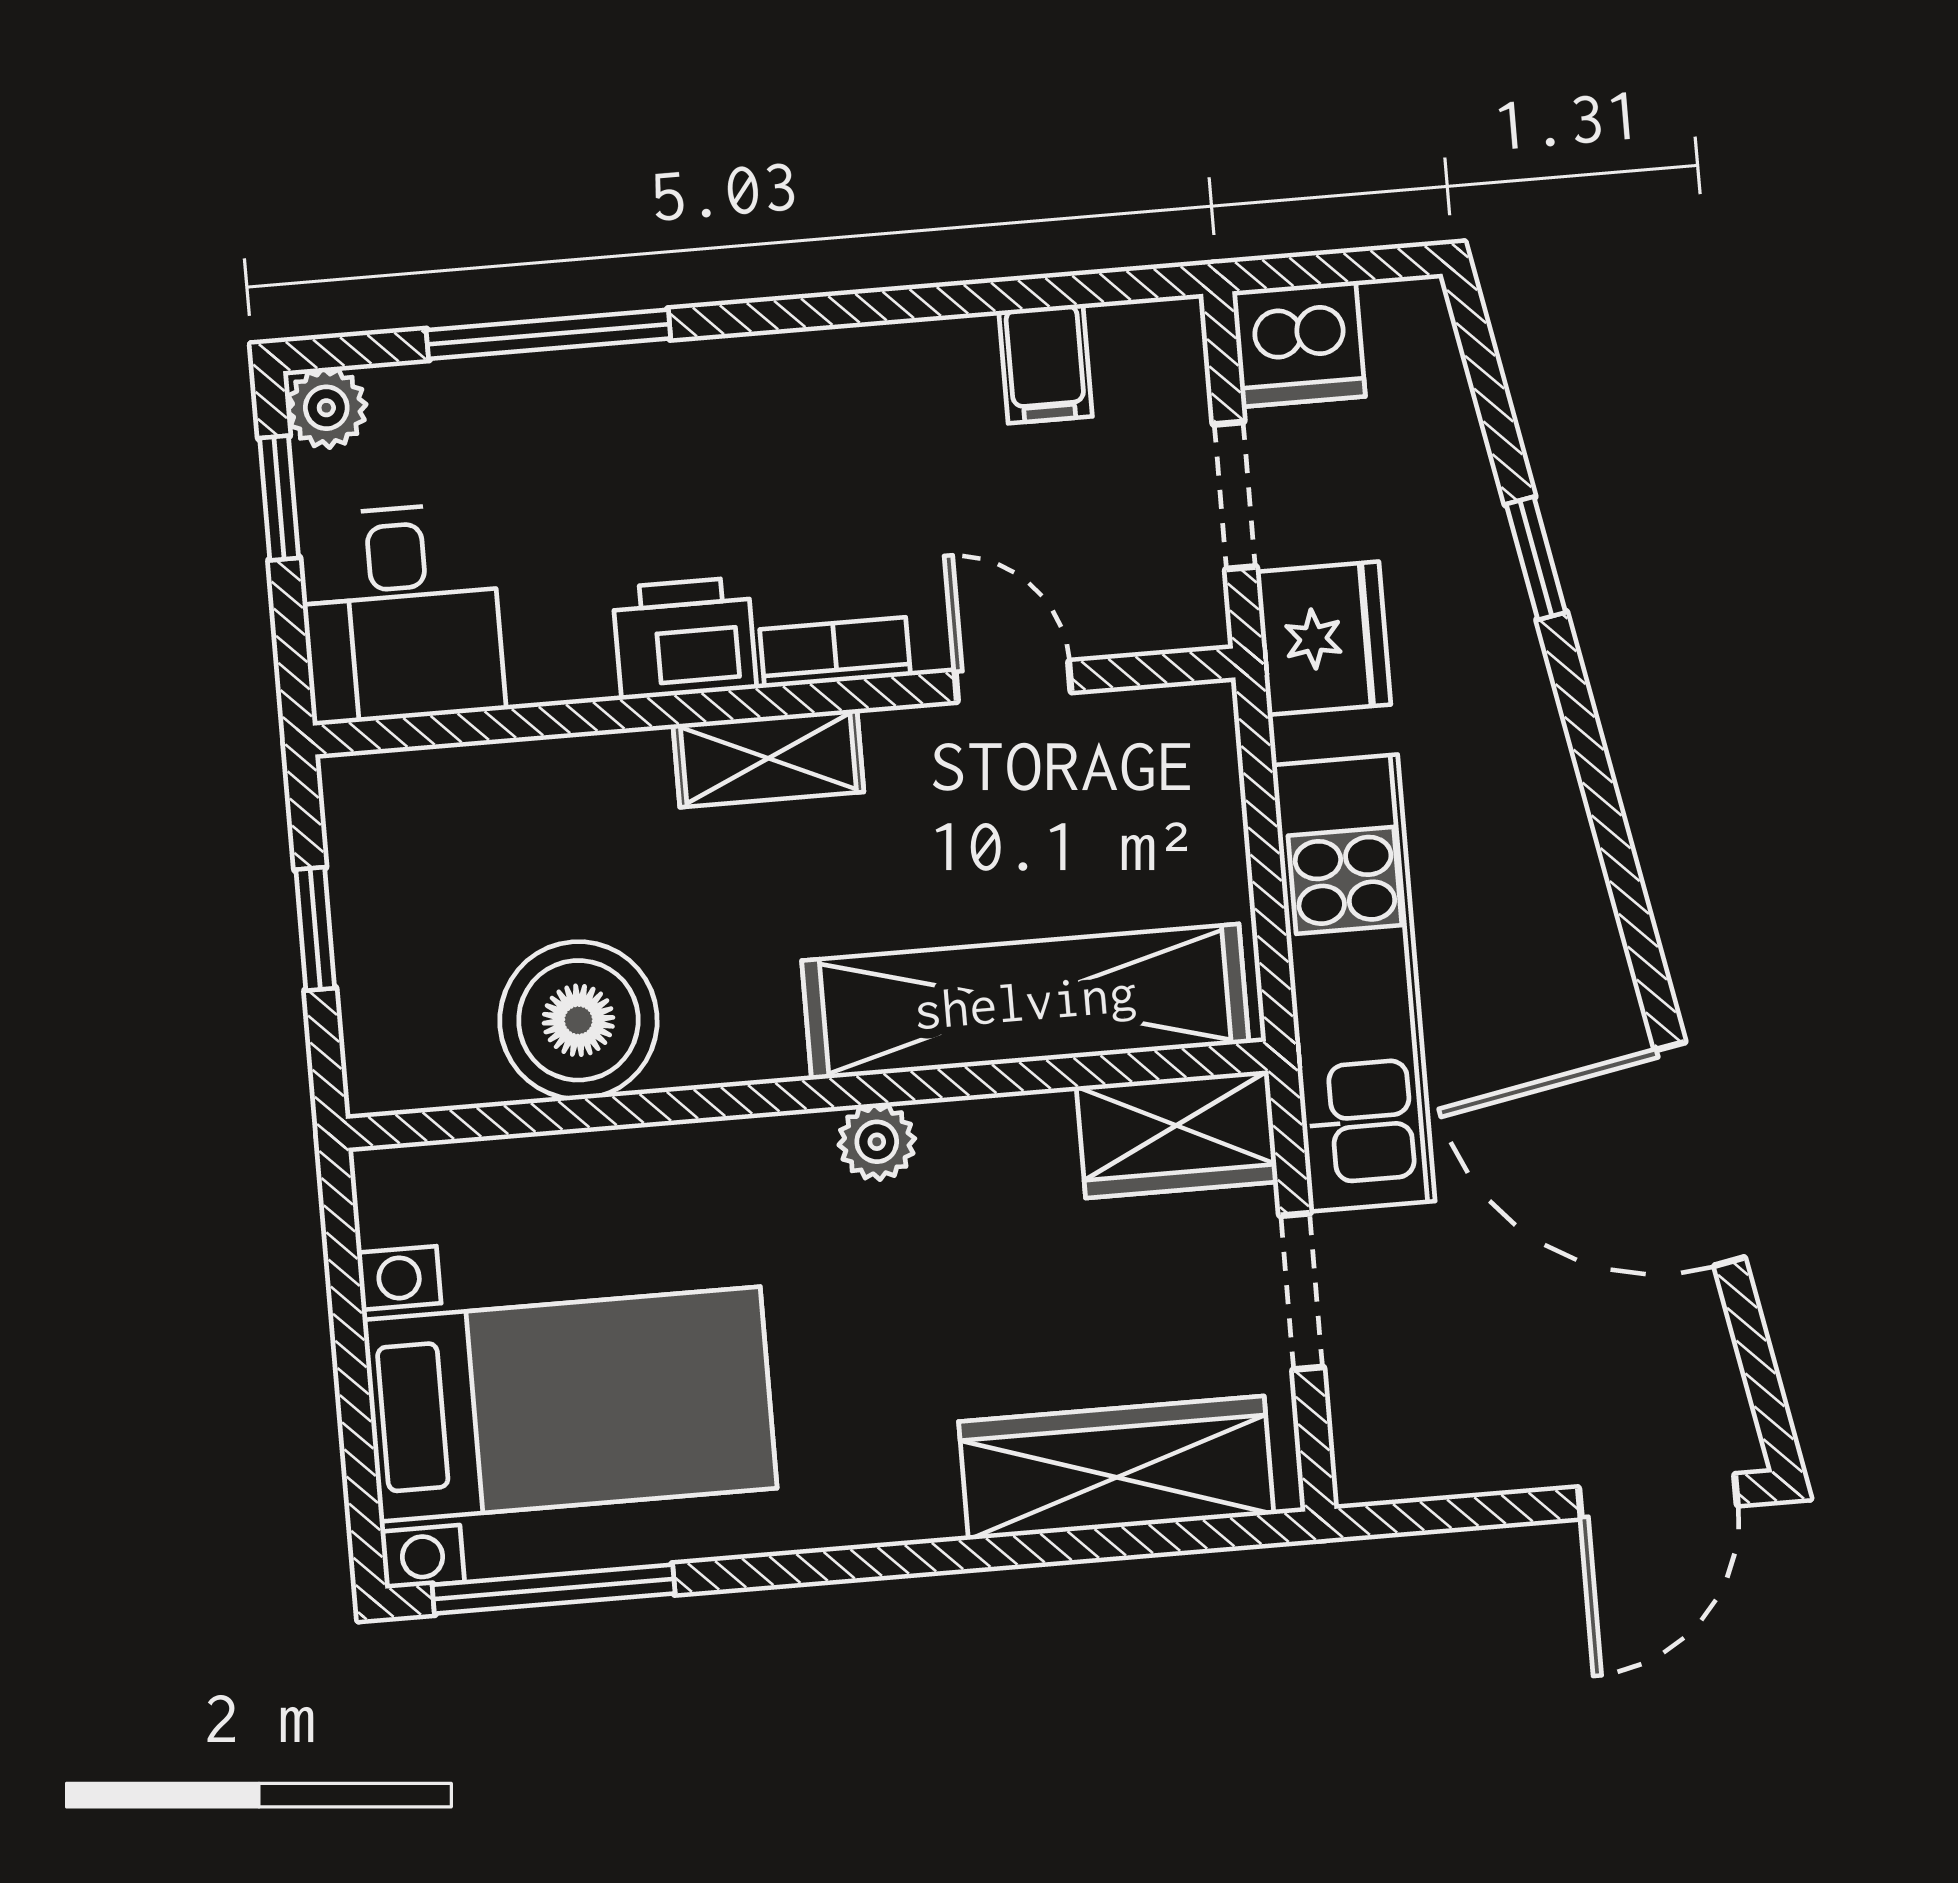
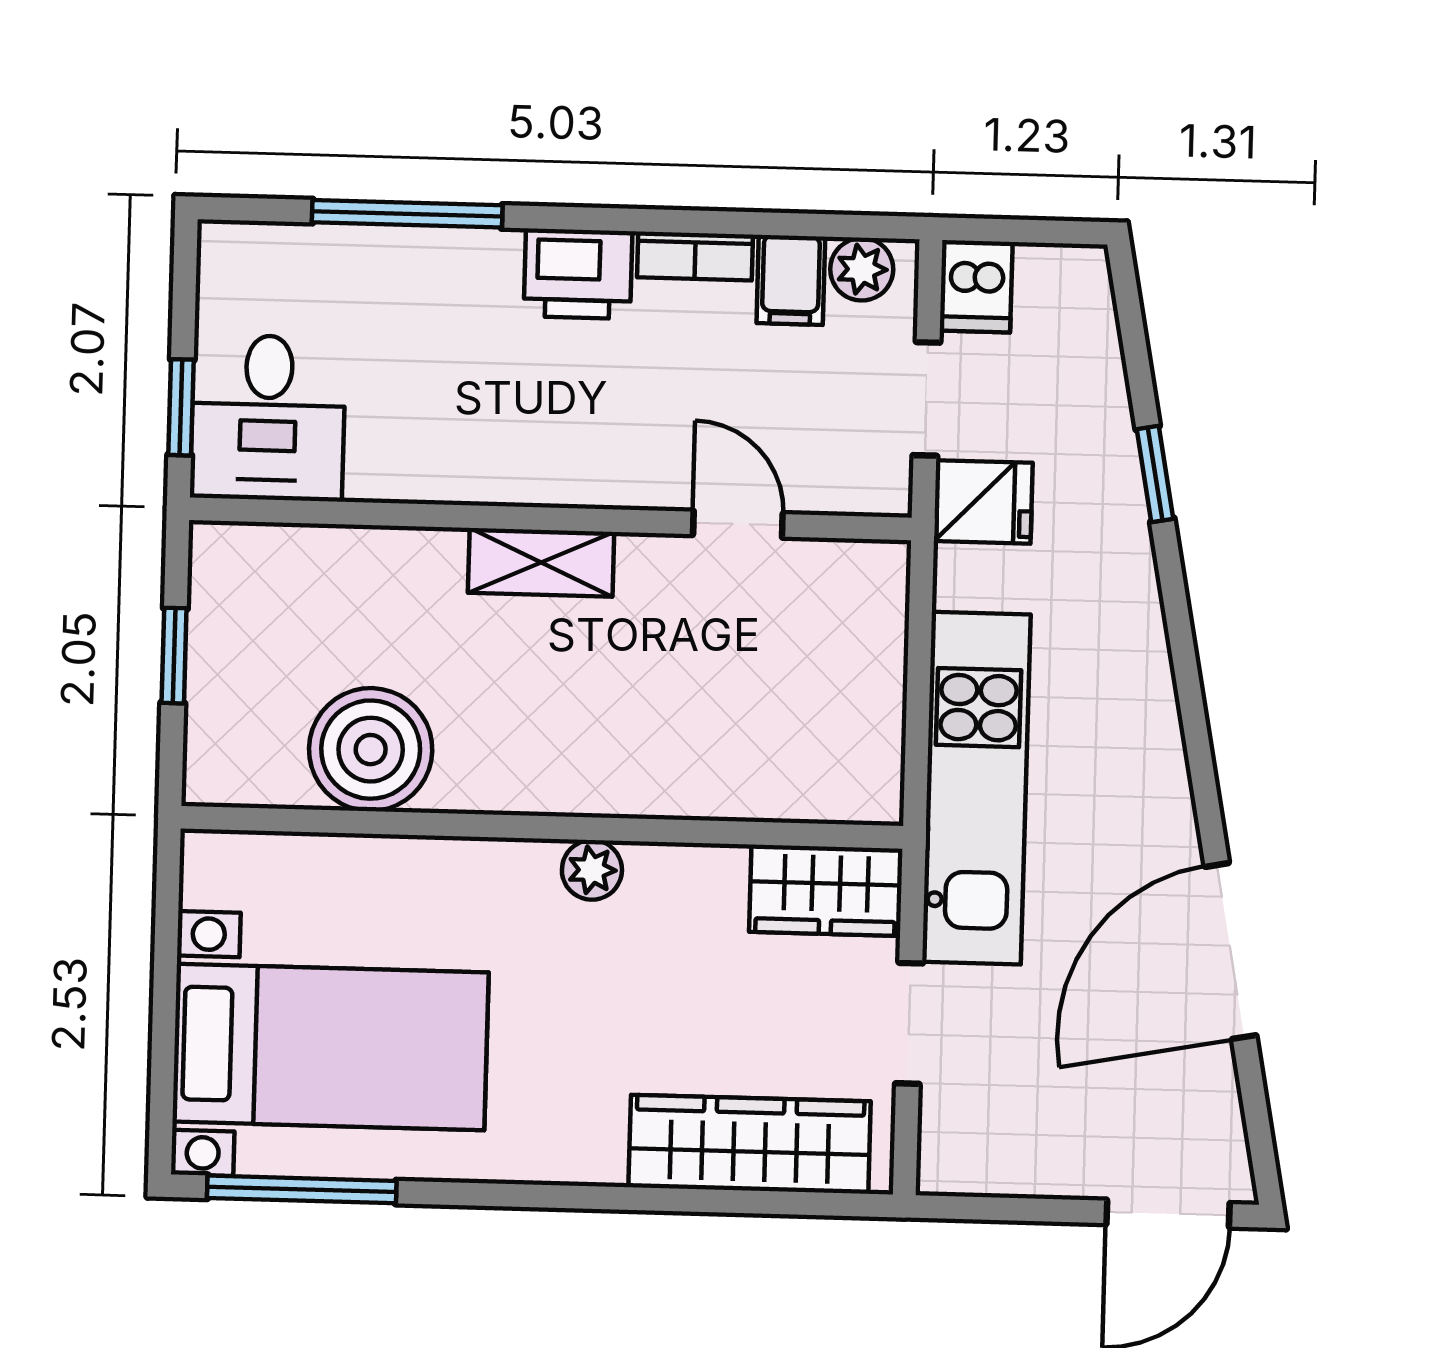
dishwasher: (1299, 344) -> (976, 286), width x0.73
plant: (326, 408) -> (862, 269), moved
window: (279, 498) -> (181, 407), moved
printer: (685, 638) -> (578, 274), moved, turned 180
fridge: (1323, 638) -> (983, 502), width x0.72
bookcase: (835, 653) -> (695, 256), moved, turned 180
shelving: (1025, 1002) -> (720, 774), removed
door: (1700, 1154) -> (1230, 951), hinge flipped

